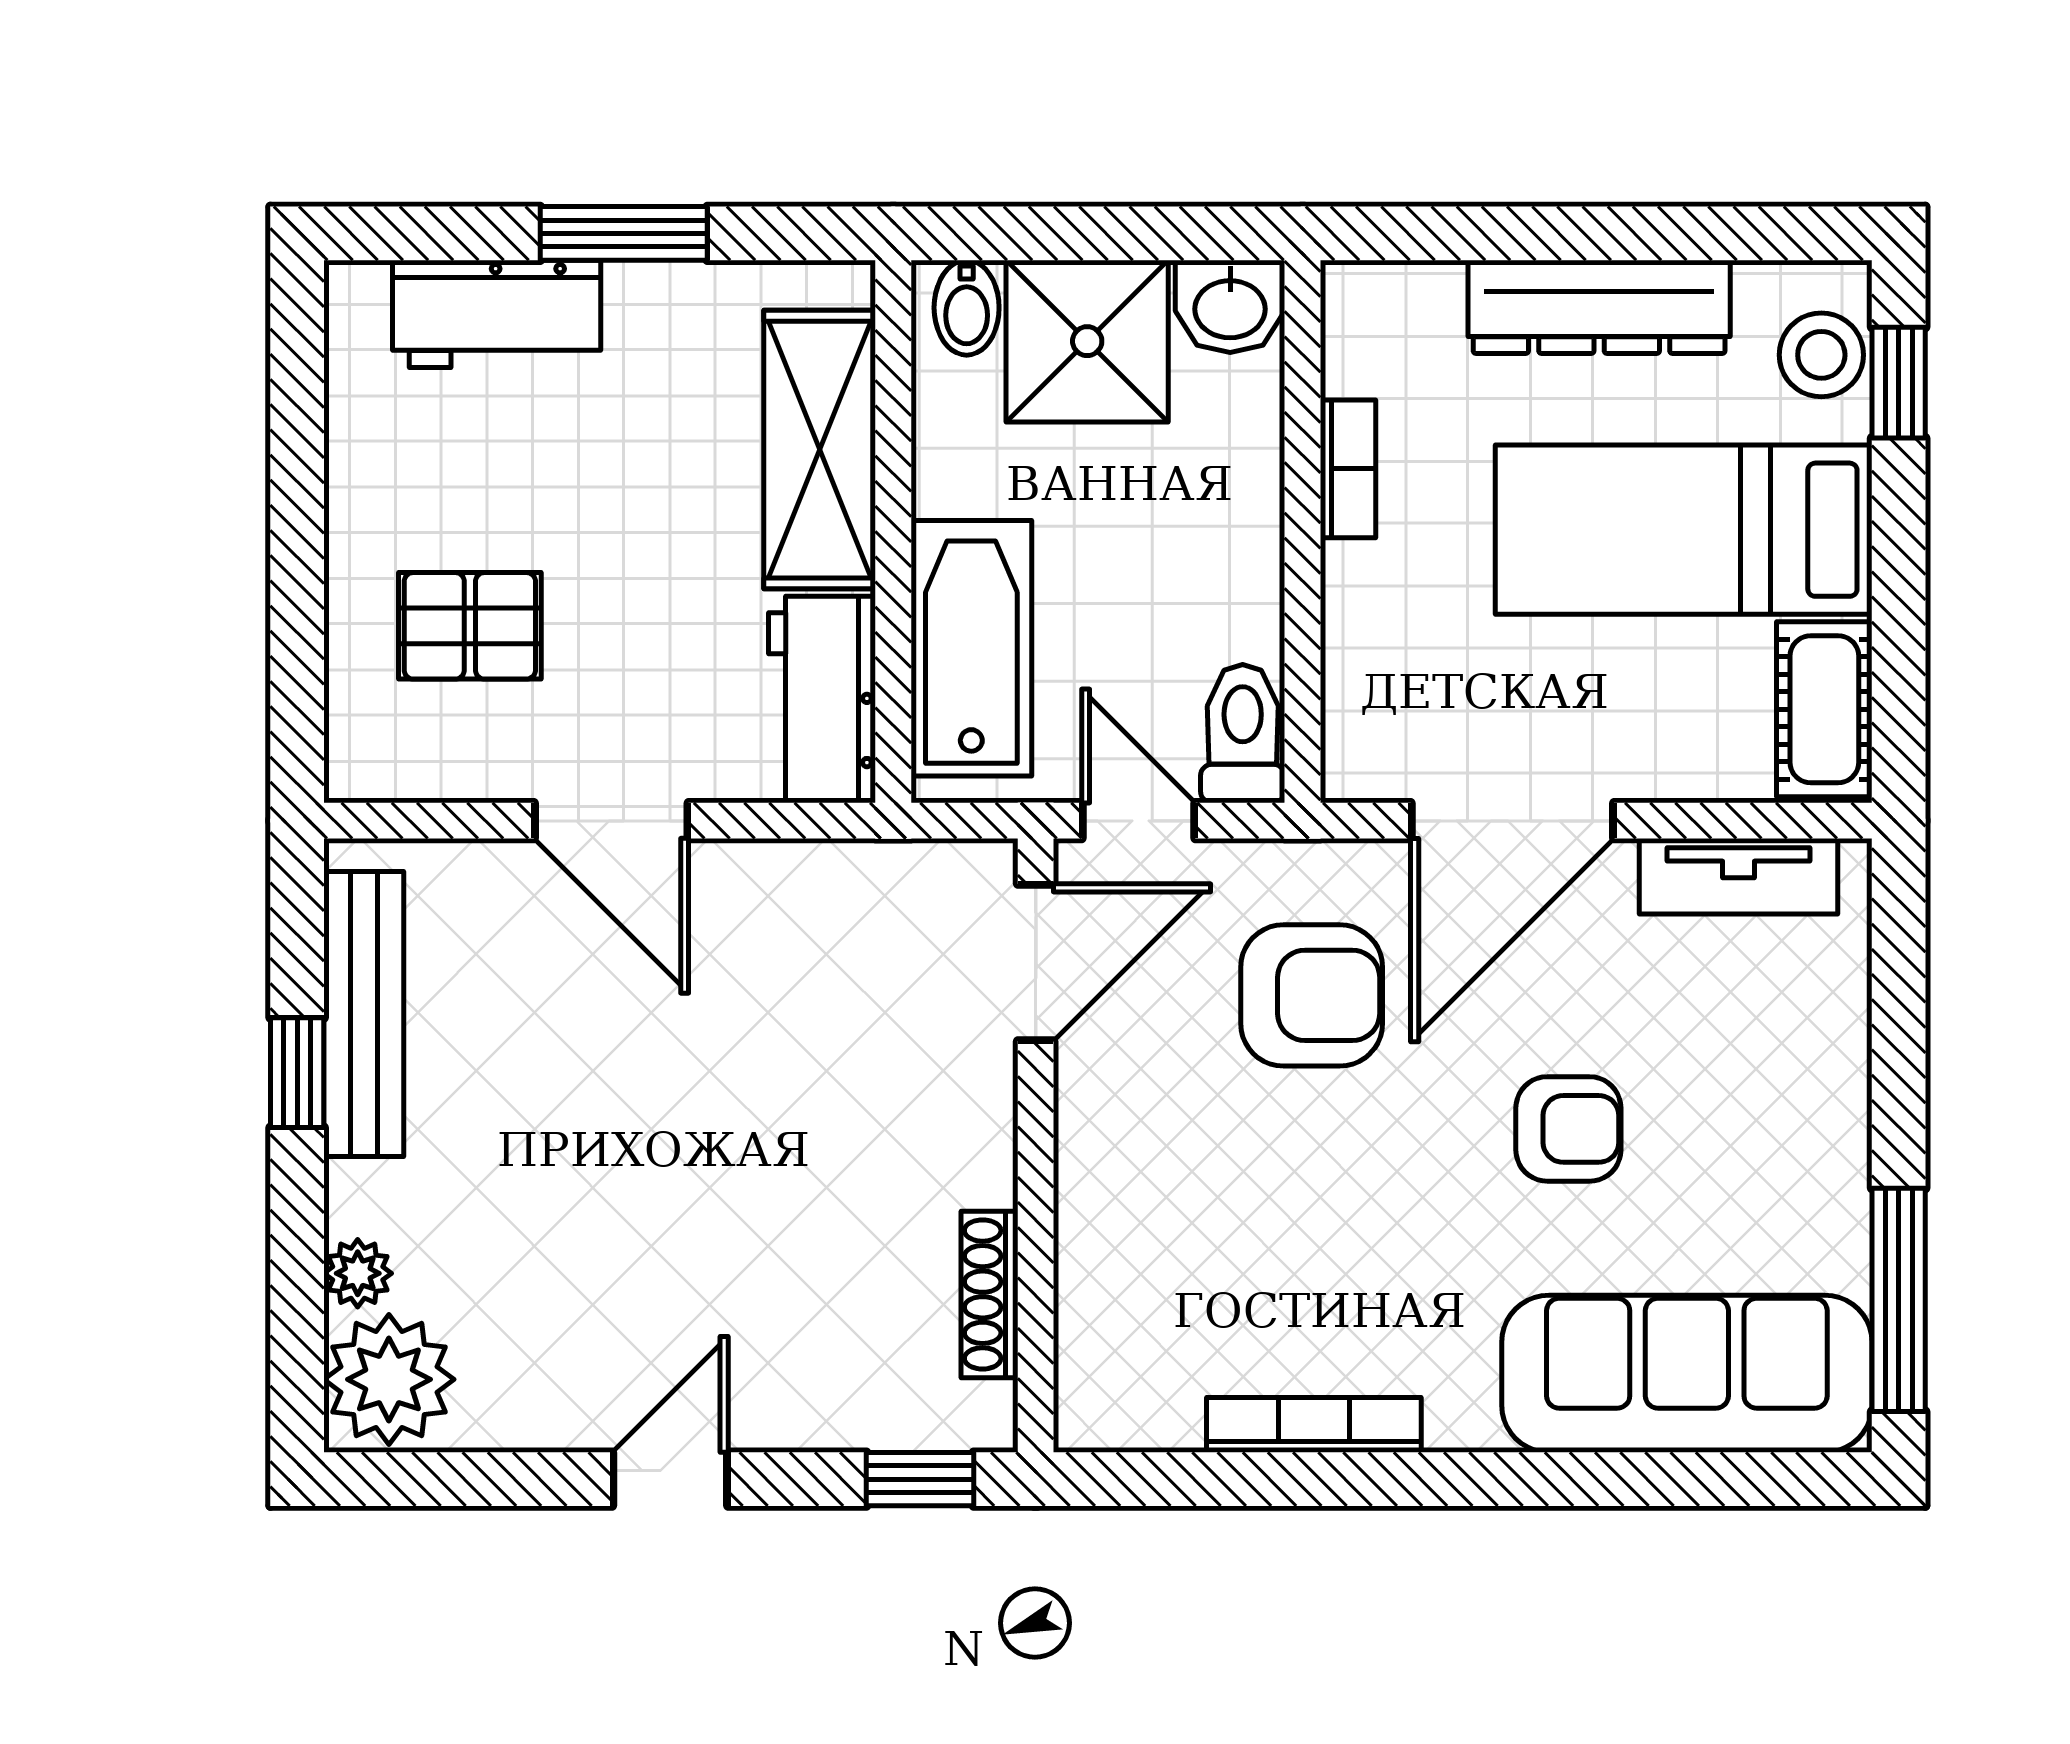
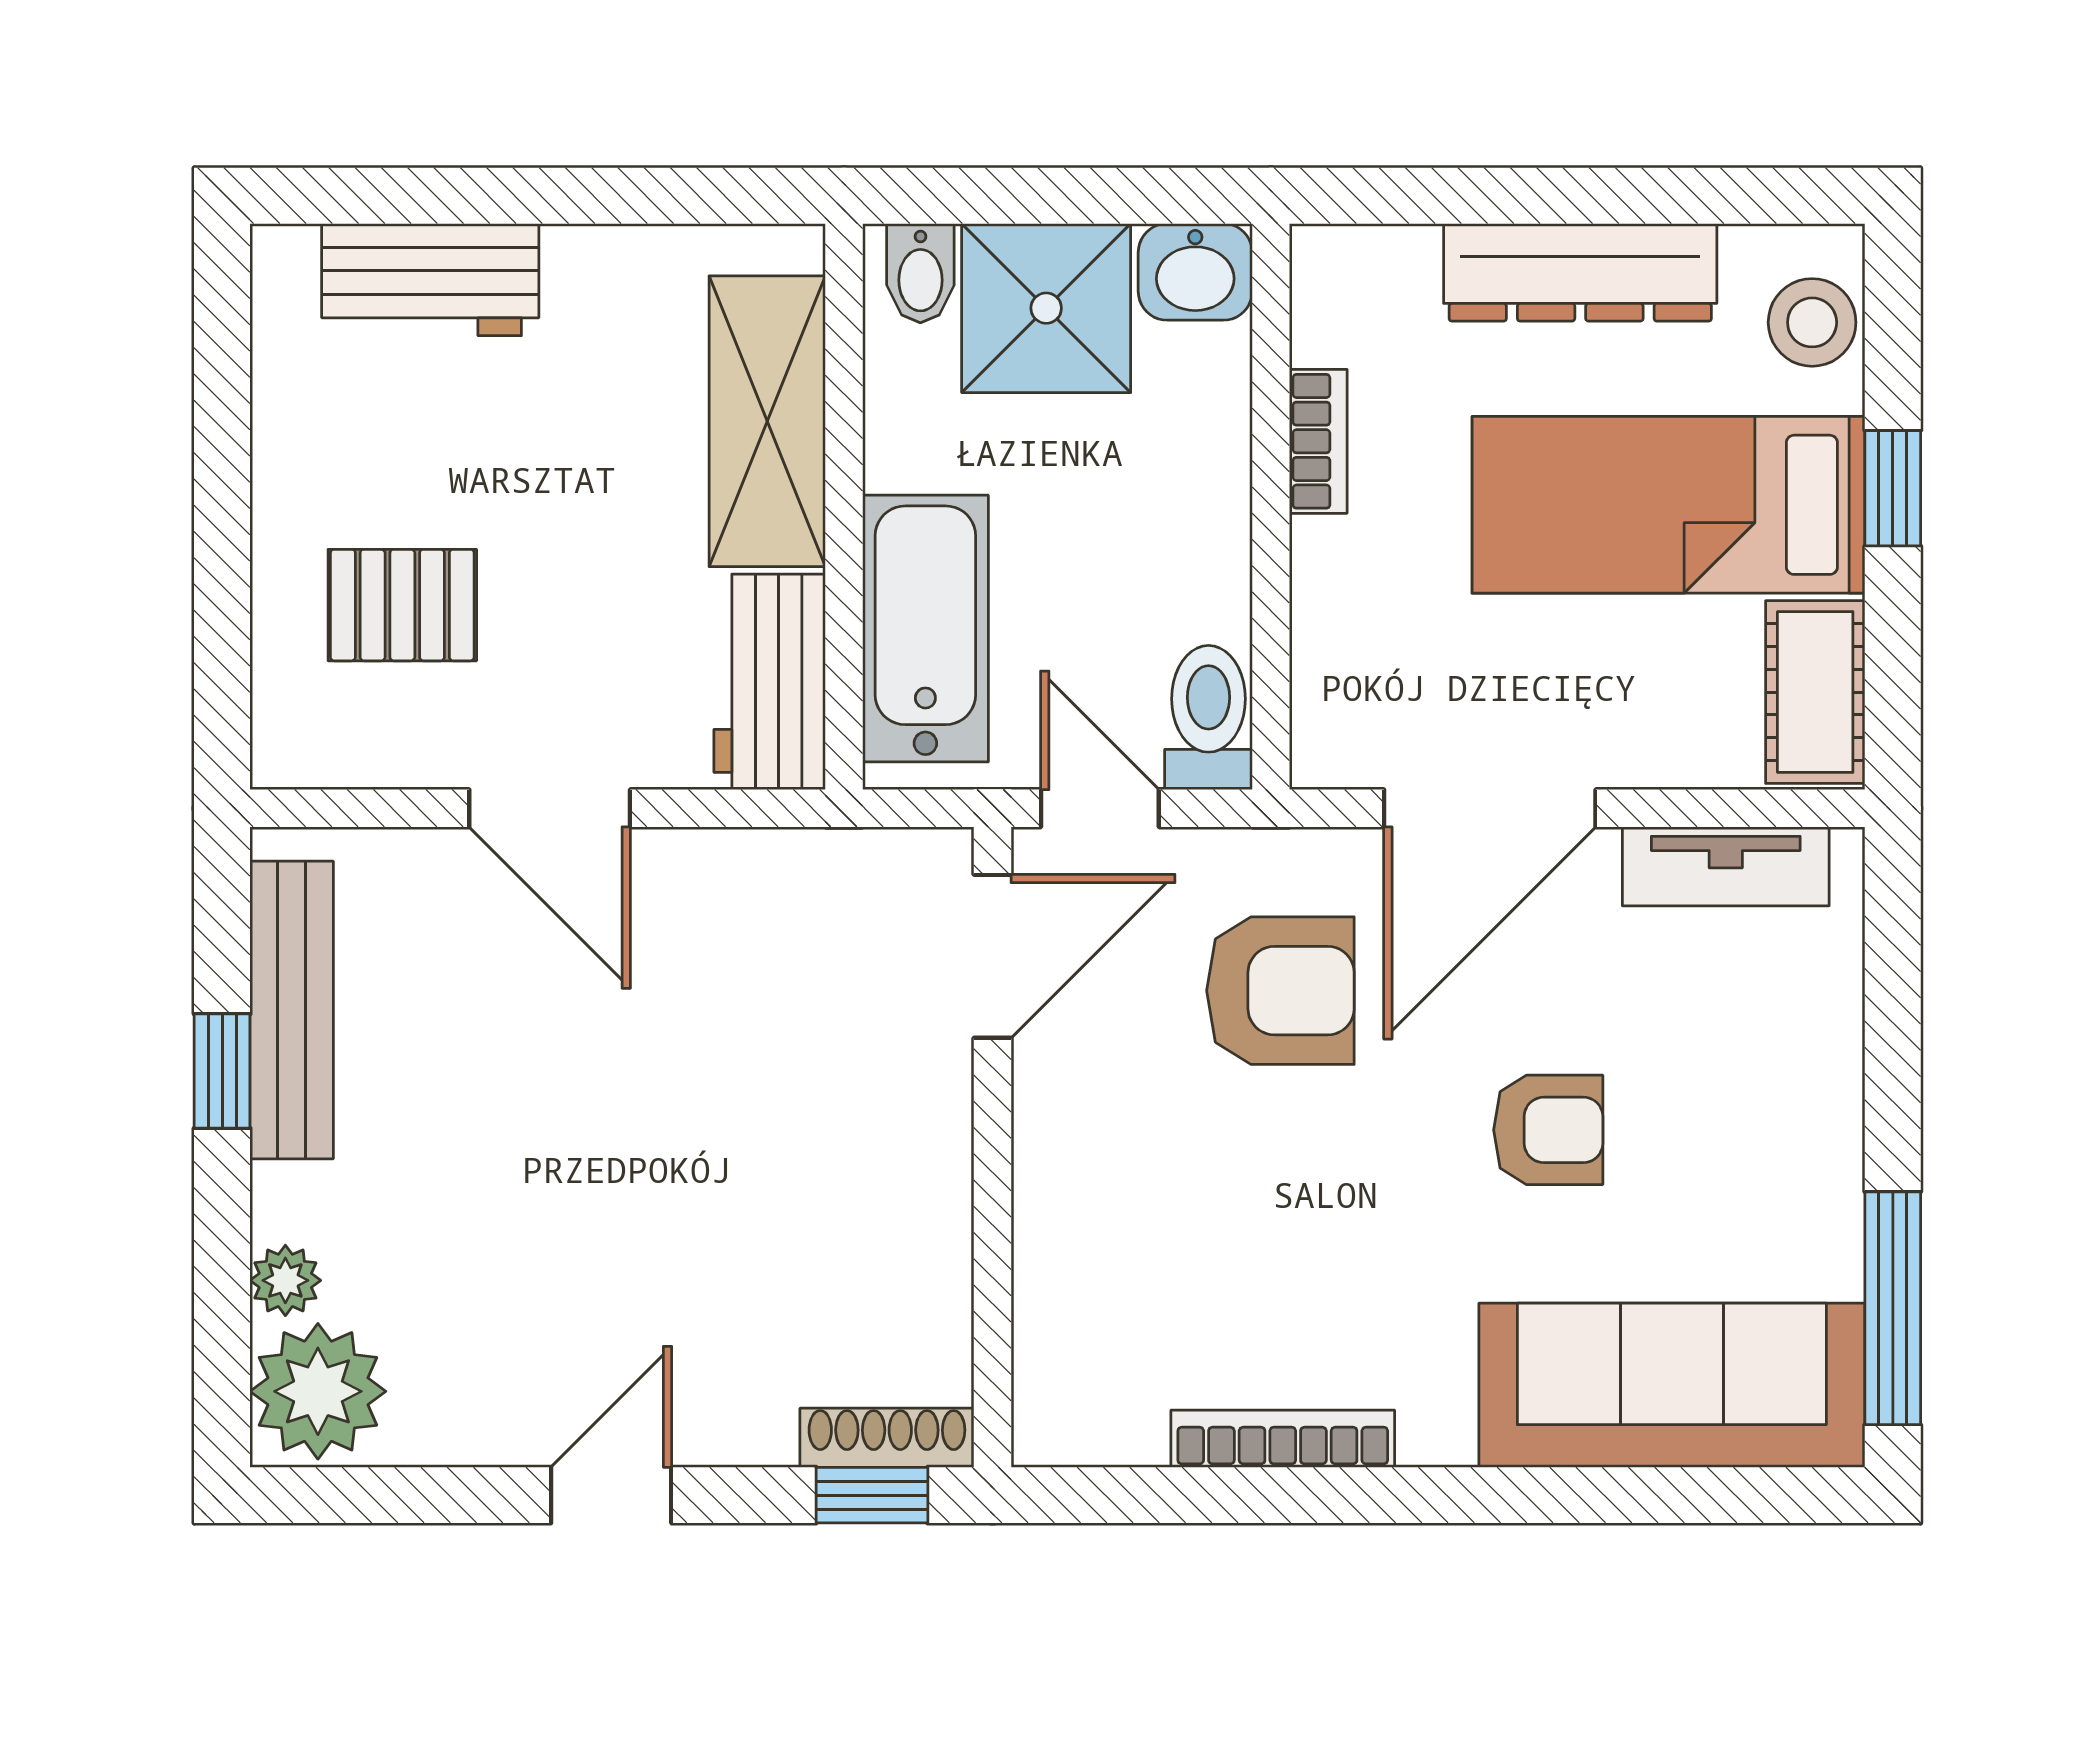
window: (624, 233) -> (563, 196), removed
window: (1899, 383) -> (1893, 488), moved
shoe rack: (989, 1294) -> (887, 1438), moved, turned 90

